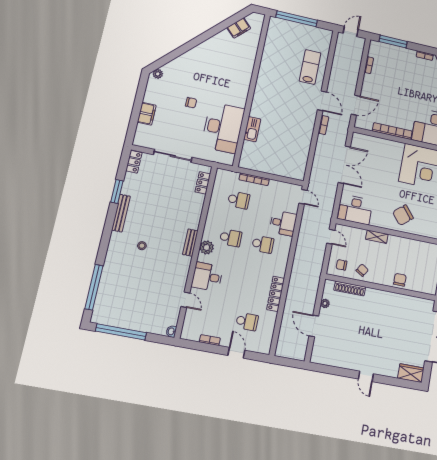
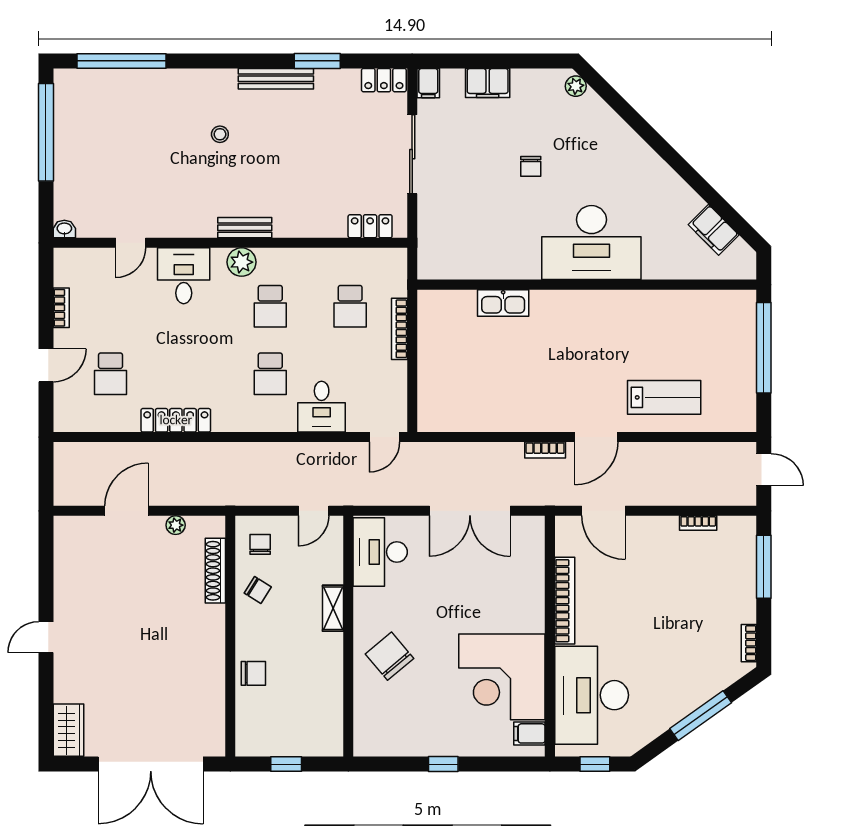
desk: (223, 128) -> (591, 243), moved
filing cabinet: (140, 141) -> (428, 83), added

